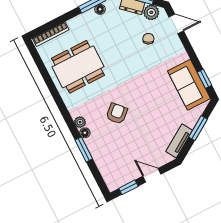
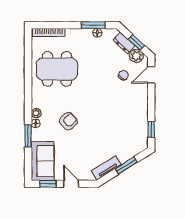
door: (176, 24) -> (151, 75), swing flipped
sofa: (189, 85) -> (43, 161), moved, turned 180

